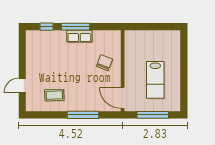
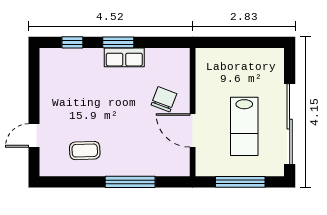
window: (76, 27) -> (118, 42), width x0.69
sliding door: (184, 78) -> (290, 124), added
door: (123, 98) -> (193, 130), moved

